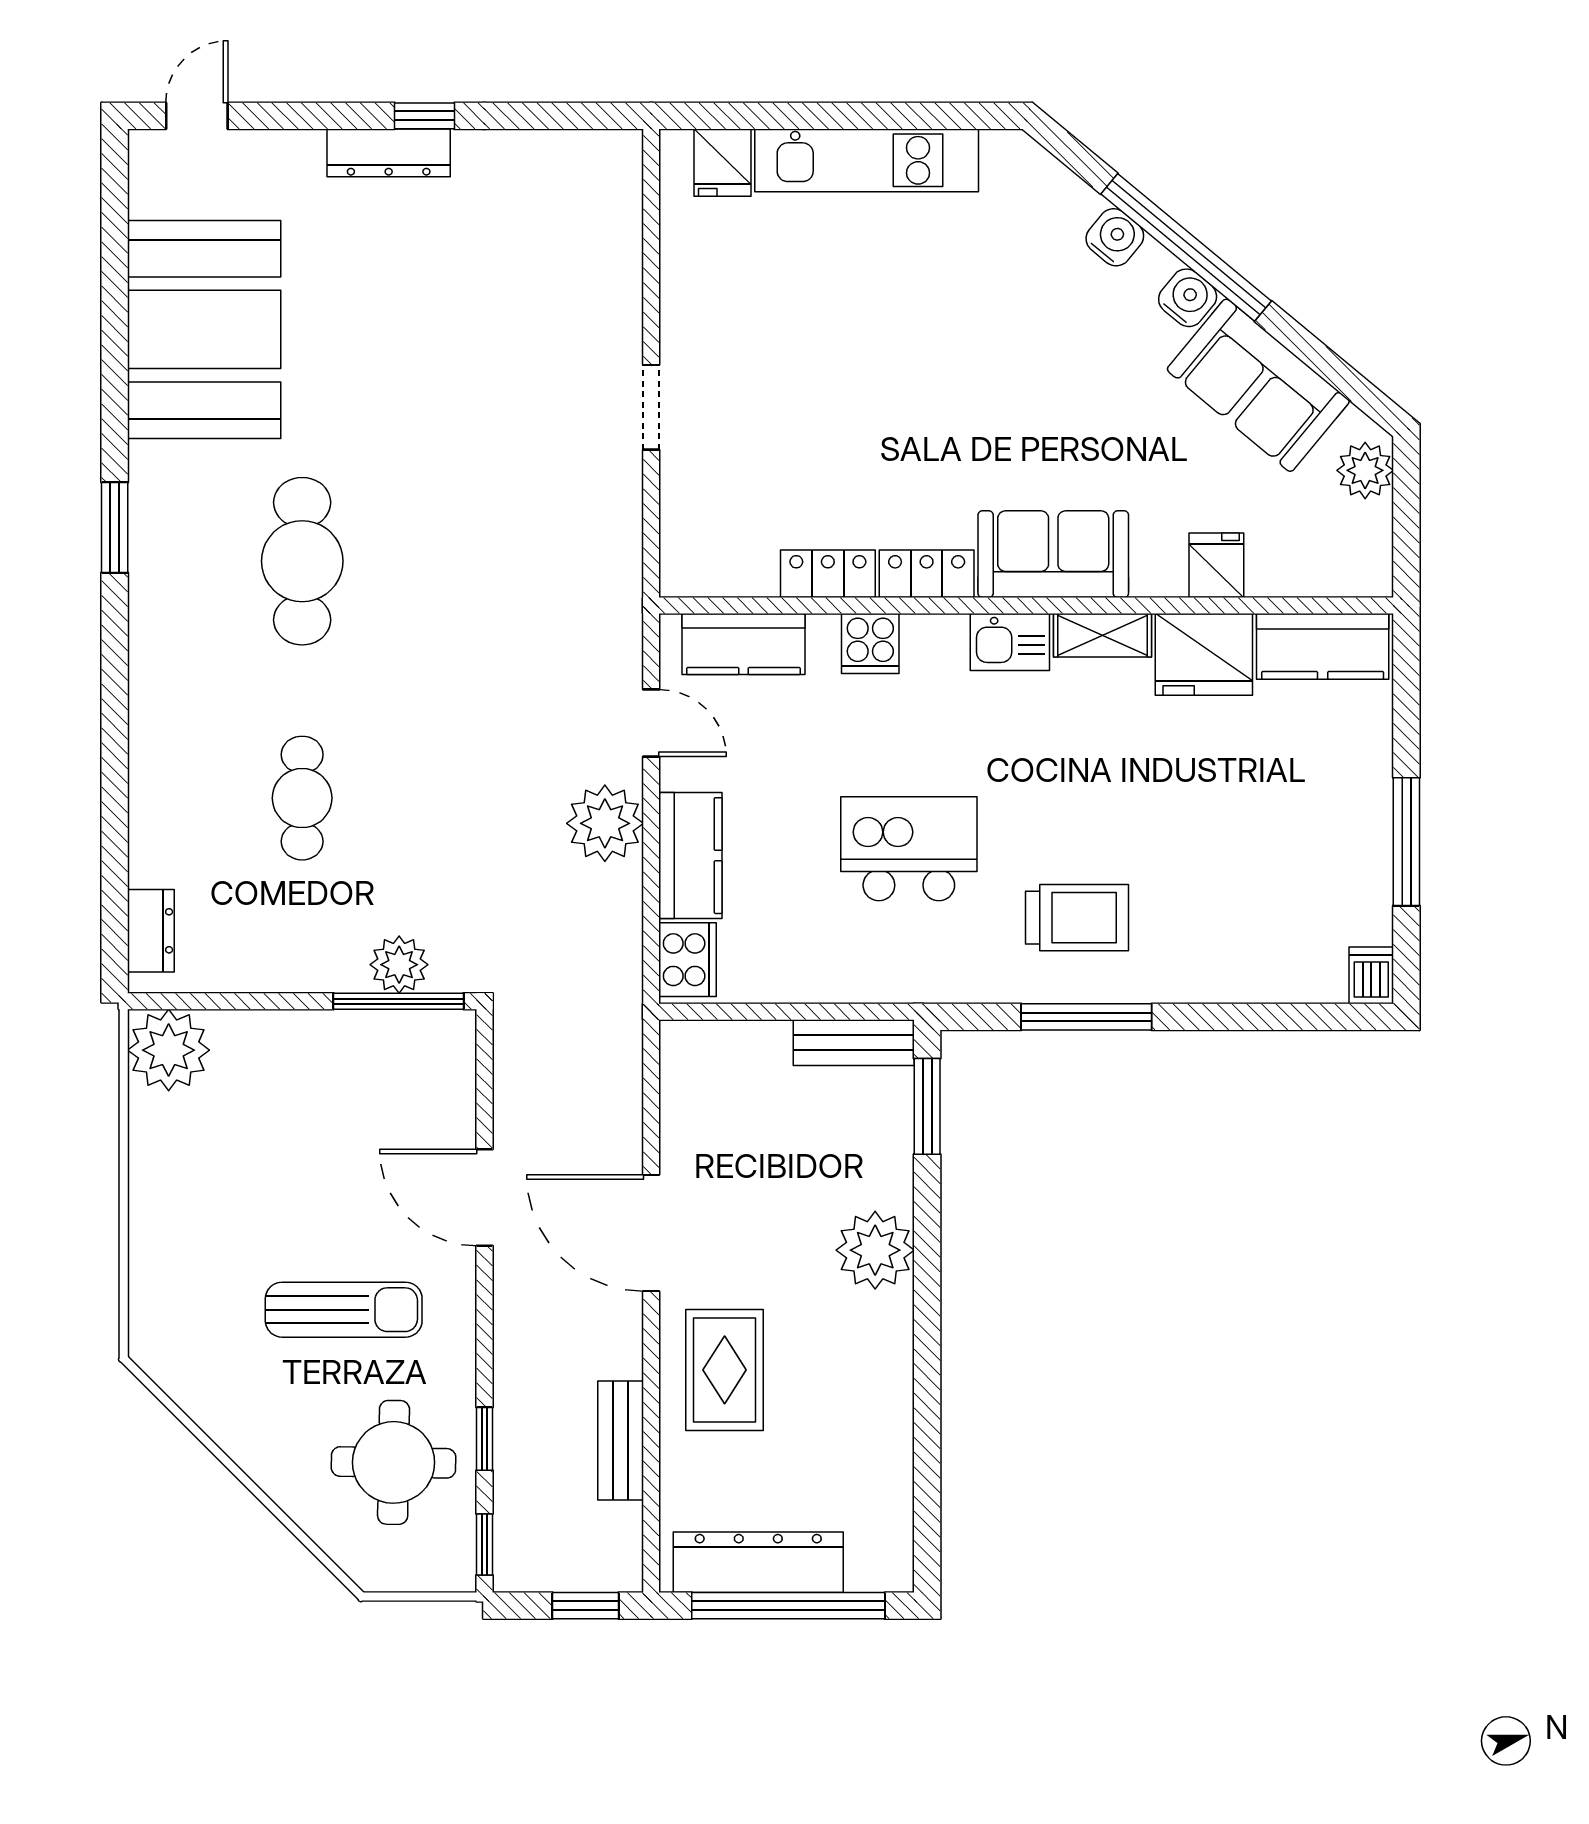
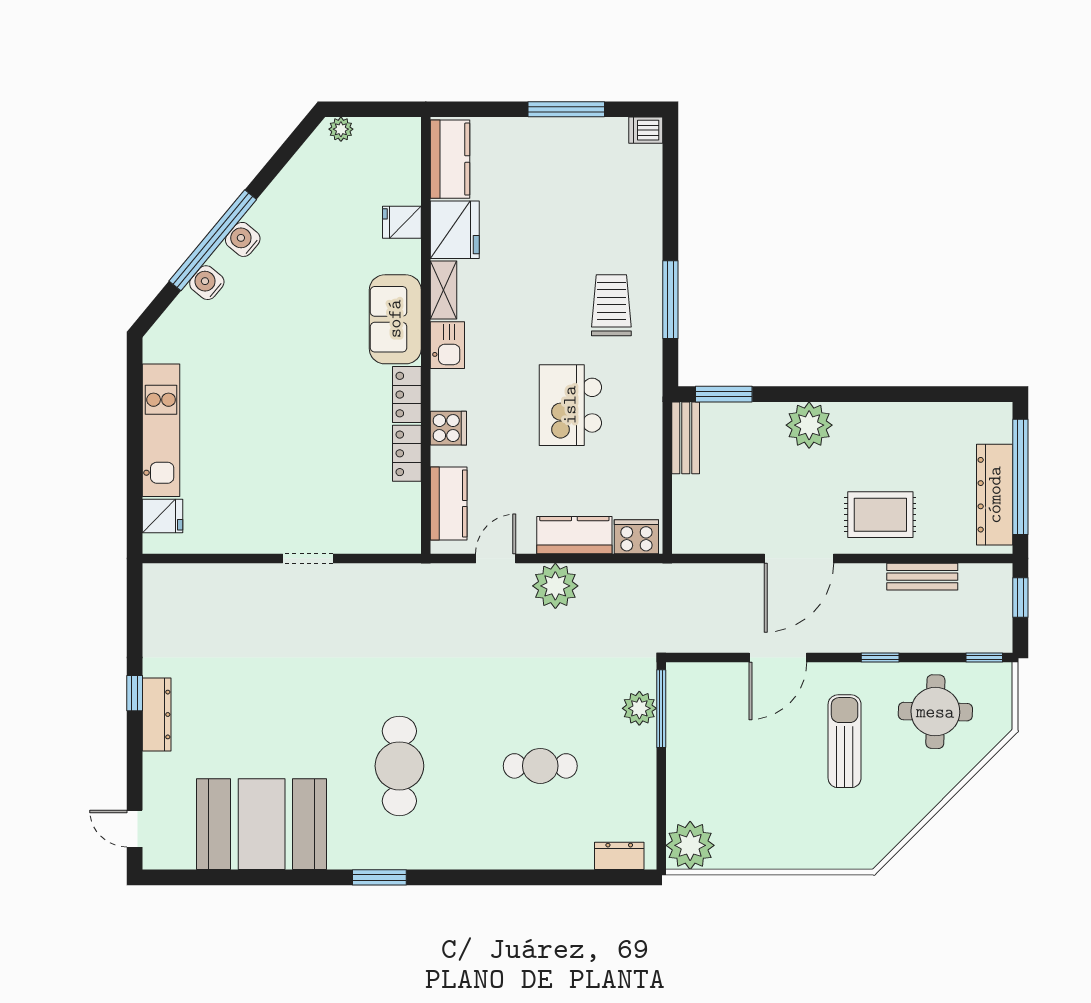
sofa: (1258, 385) -> (295, 197), removed
plant: (1365, 470) -> (341, 129), width x0.73, depth x0.73
cafe table: (302, 561) -> (399, 766), turned 90
window: (484, 1439) -> (880, 658), moved

